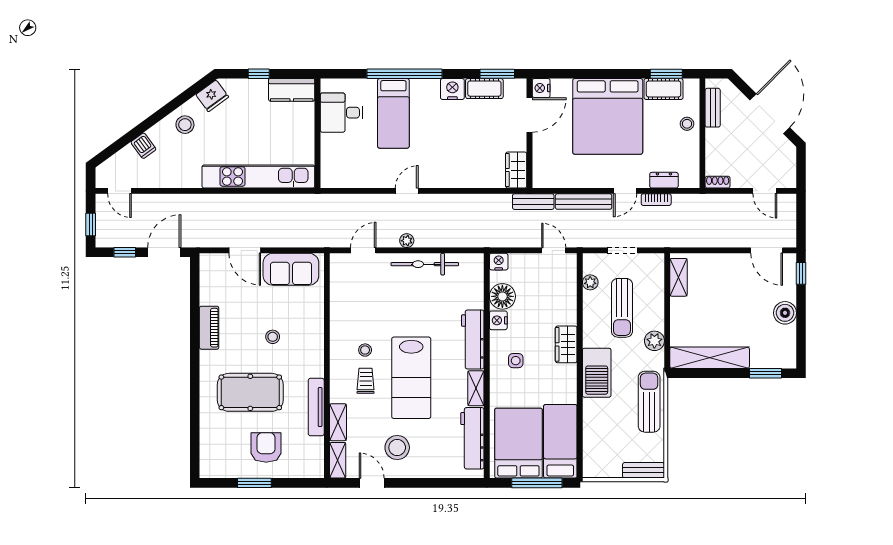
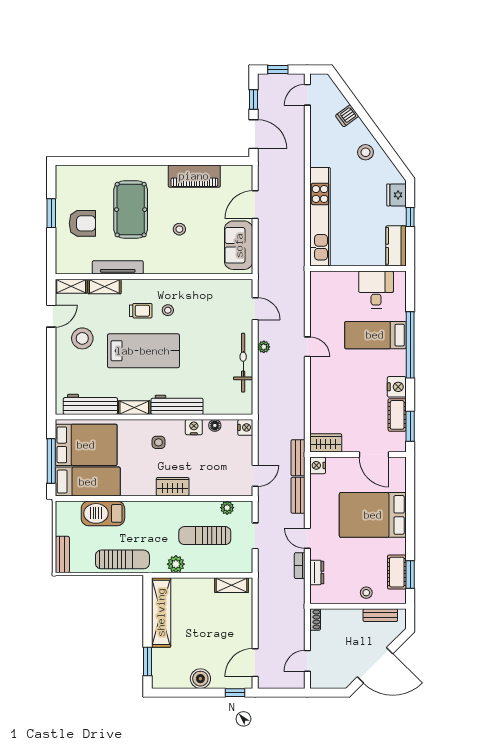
nightstand: (541, 88) -> (318, 465), moved, turned -90
fridge: (212, 96) -> (396, 195), moved, turned 36
bed: (608, 116) -> (373, 515), width x0.73
bench: (584, 202) -> (298, 495), width x0.73
floor lamp: (502, 296) -> (215, 425), width x0.53, depth x0.53
piano: (209, 328) -> (194, 176), width x1.37, depth x1.33
barbecue: (597, 373) -> (103, 513), moved
lab bench: (411, 378) -> (143, 351), turned 180

